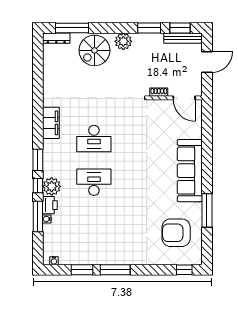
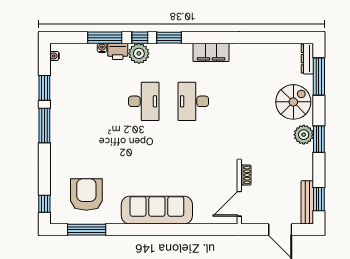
window: (149, 28) -> (319, 139), moved
spiral stairs: (94, 50) -> (293, 102), turned 90
window: (207, 210) -> (87, 230), moved

